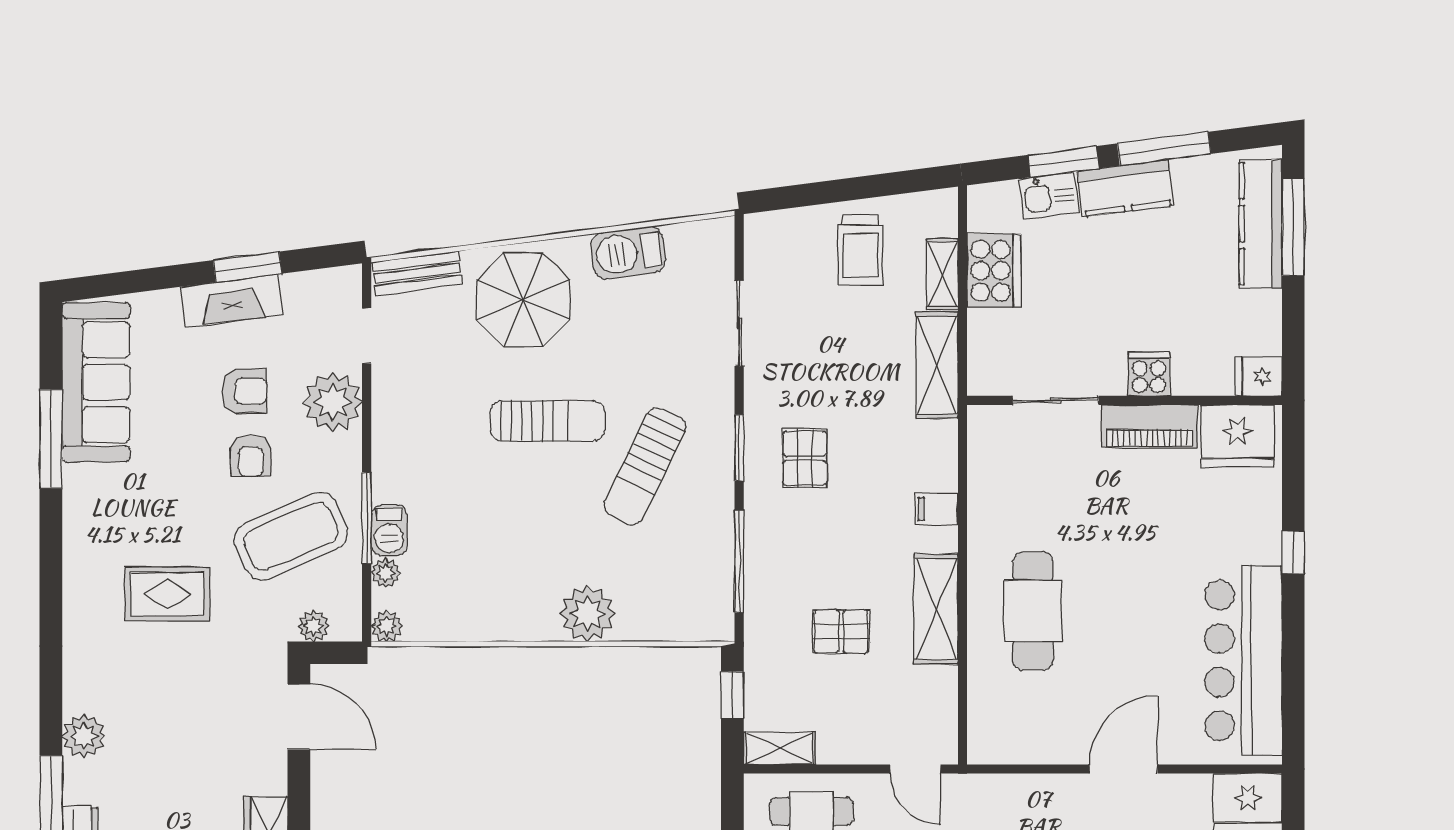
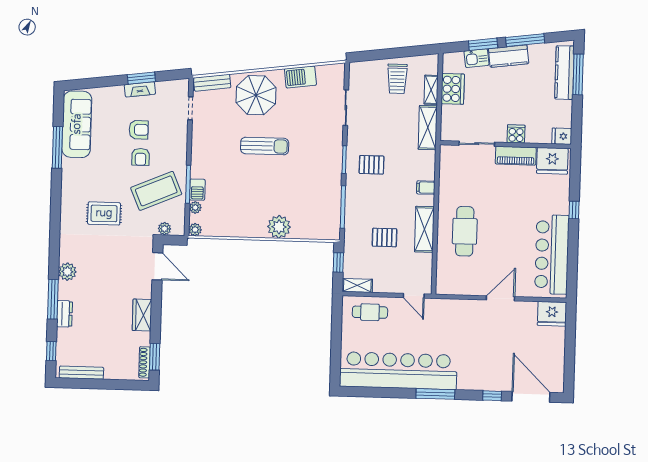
fireplace: (232, 301) -> (140, 89), width x0.73, depth x0.76
plant: (332, 402) -> (175, 135), removed
pallet: (805, 458) -> (372, 165), turned 90
sun lounger: (645, 466) -> (305, 166), removed

